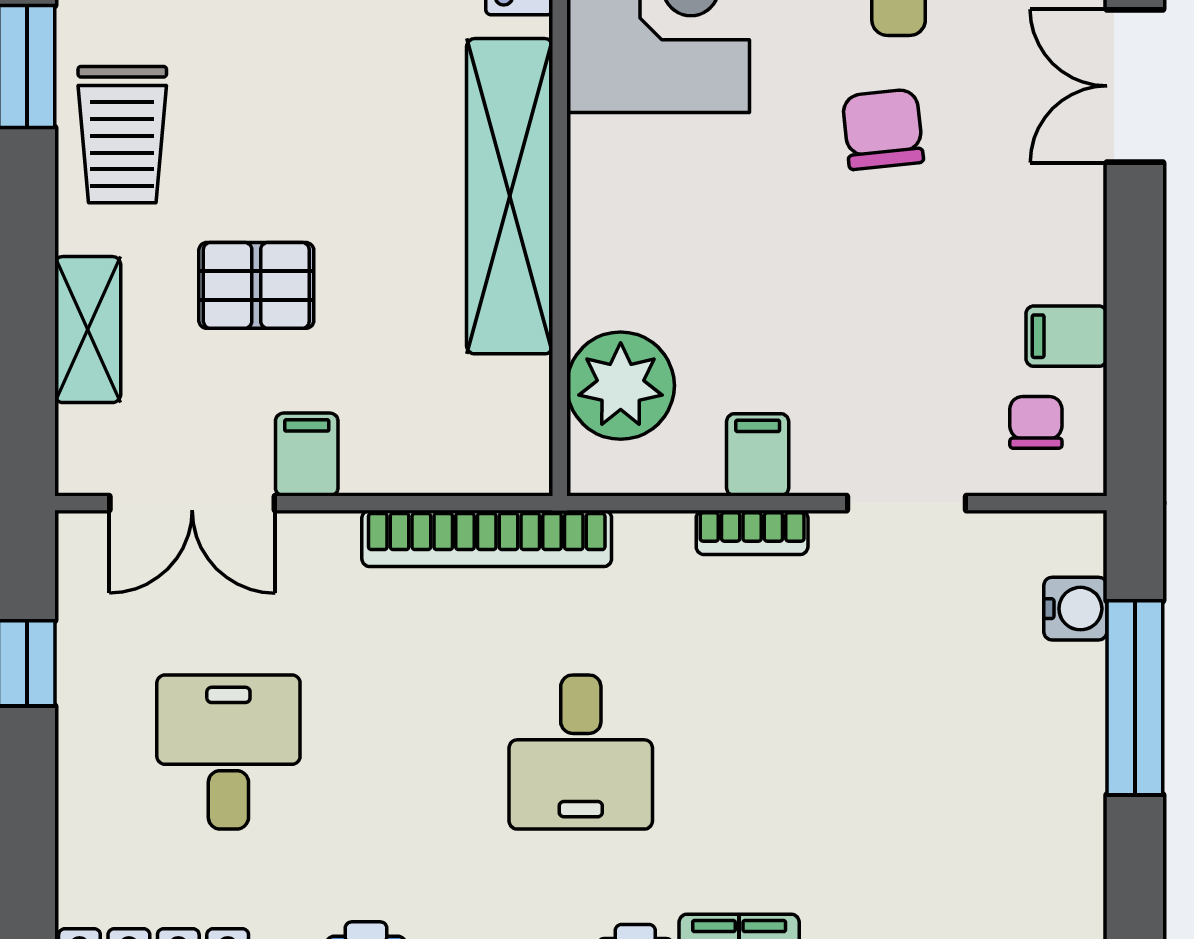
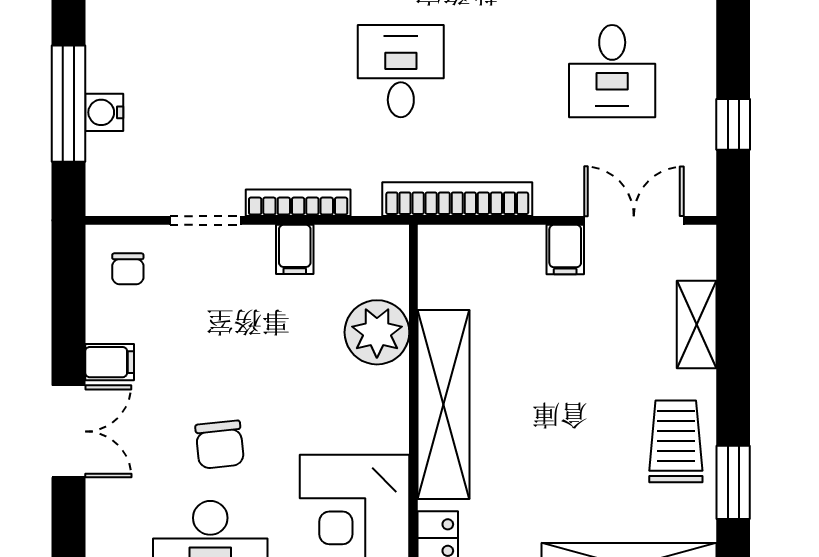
double door: (1135, 86) -> (69, 431), moved
pallet: (256, 285) -> (595, 351), removed
filing cabinet: (1066, 336) -> (110, 362), moved
plant: (621, 386) -> (377, 332), moved
bookcase: (752, 532) -> (298, 203), width x1.56
water cooler: (1075, 609) -> (104, 112), moved

